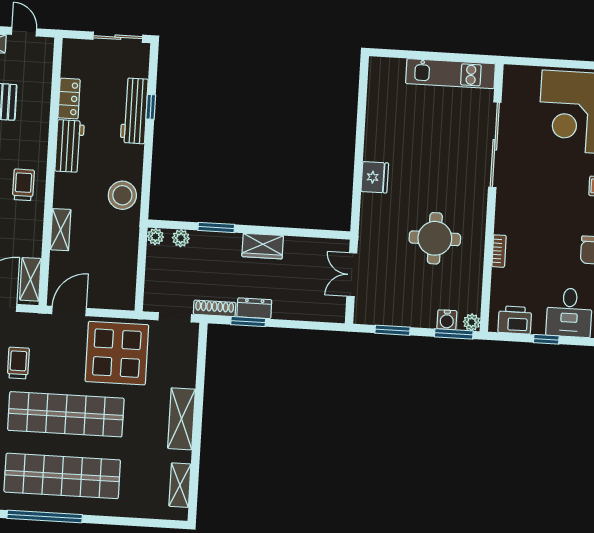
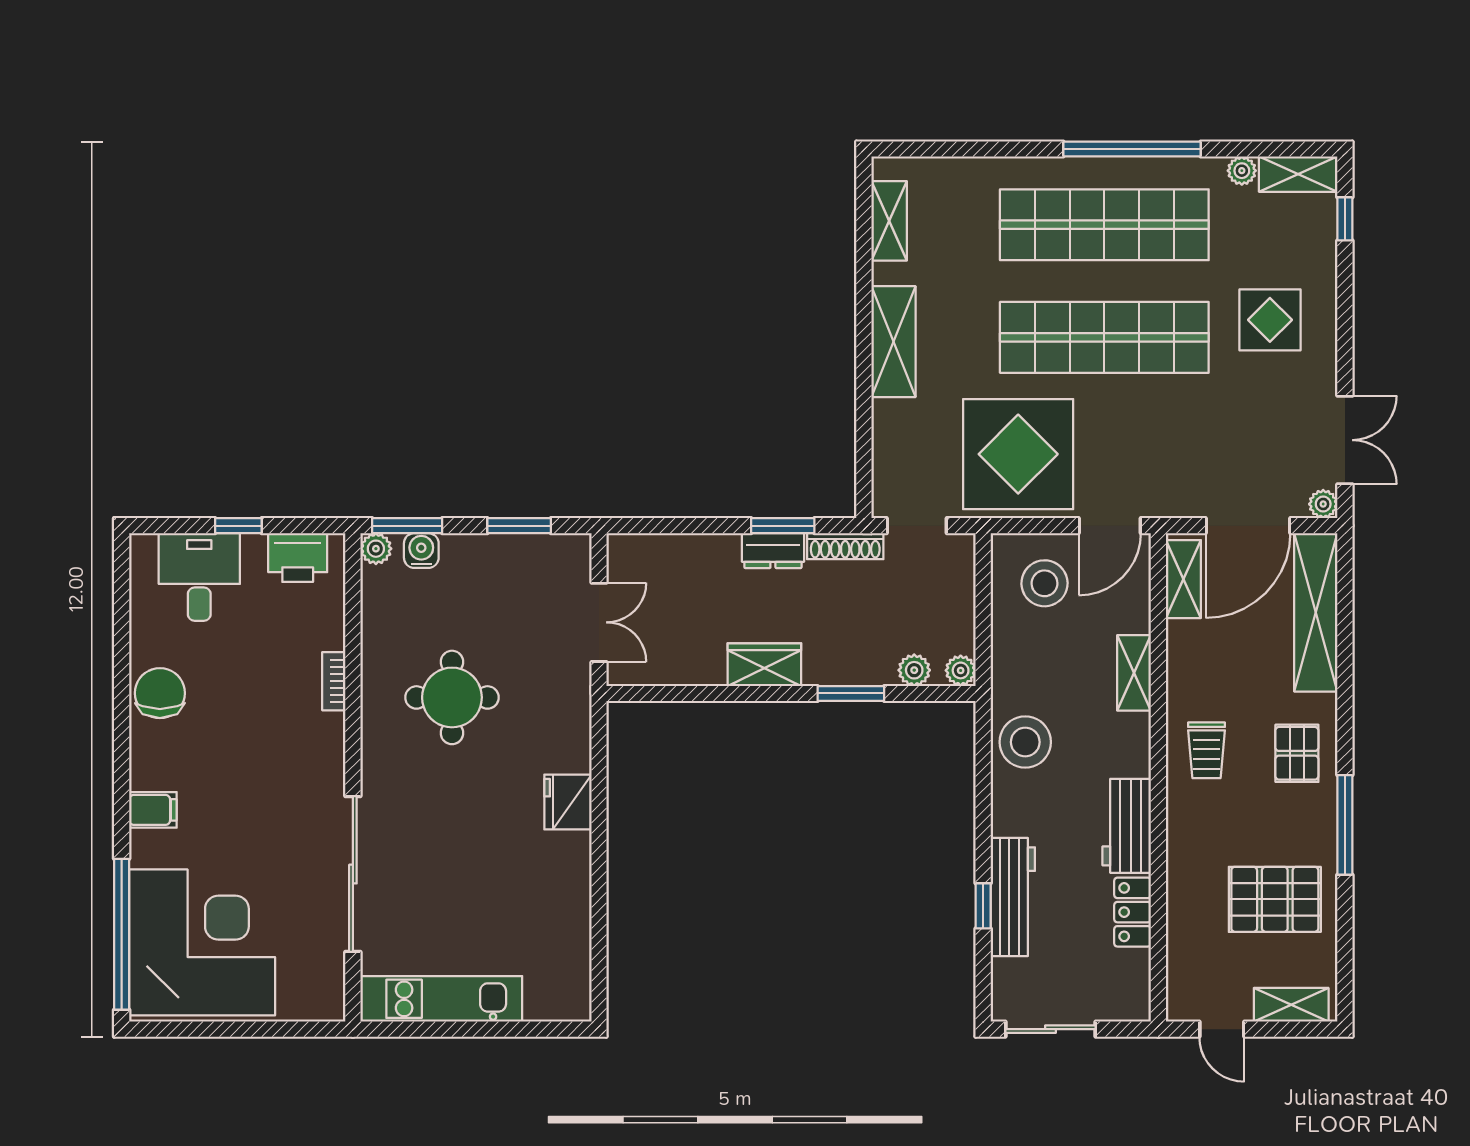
stool: (107, 282) -> (1044, 583), added
trolley: (18, 363) -> (1196, 425), removed

